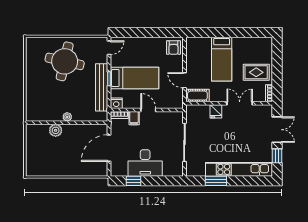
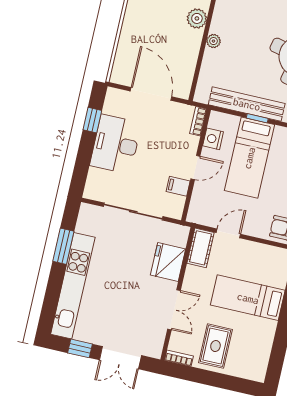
nightstand: (116, 103) -> (213, 139), moved
fridge: (216, 111) -> (168, 262), width x1.88, depth x1.34
filing cabinet: (134, 118) -> (178, 186), moved

